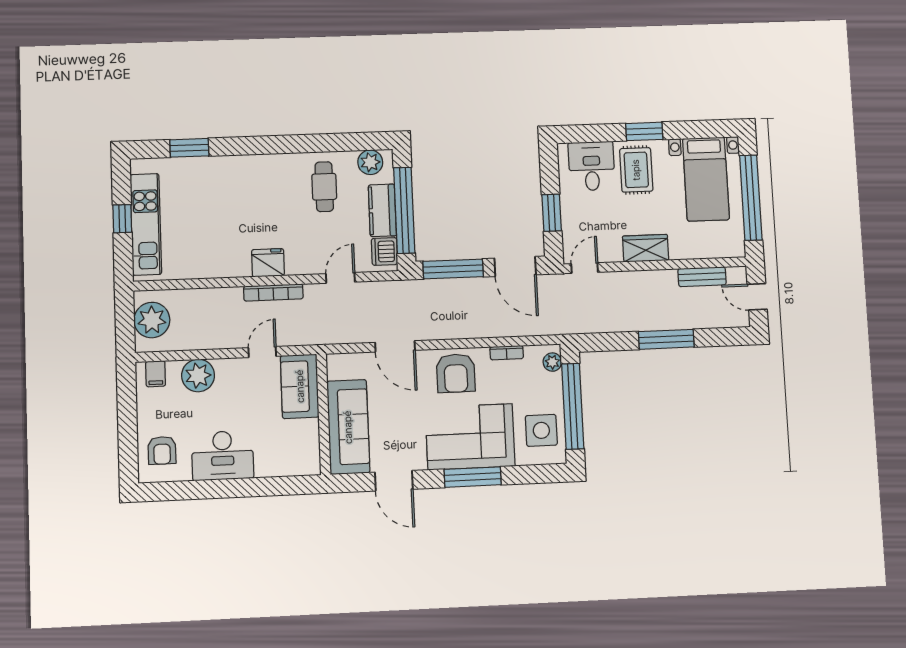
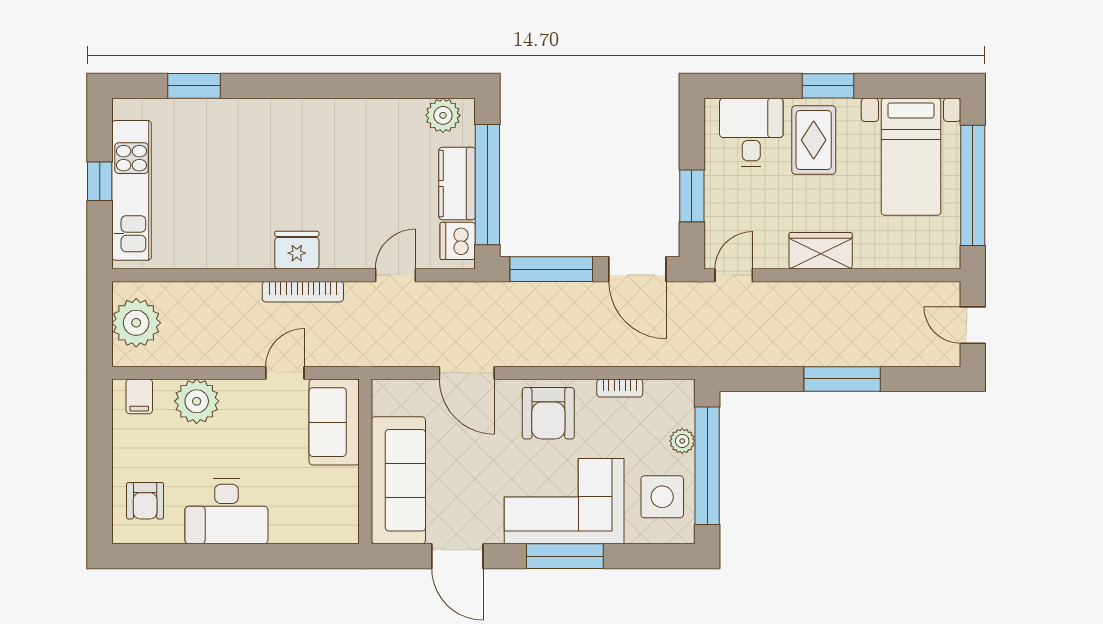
cafe table: (324, 187) -> (378, 147), removed
bench: (702, 277) -> (897, 294), removed
plant: (552, 362) -> (682, 441), moved

